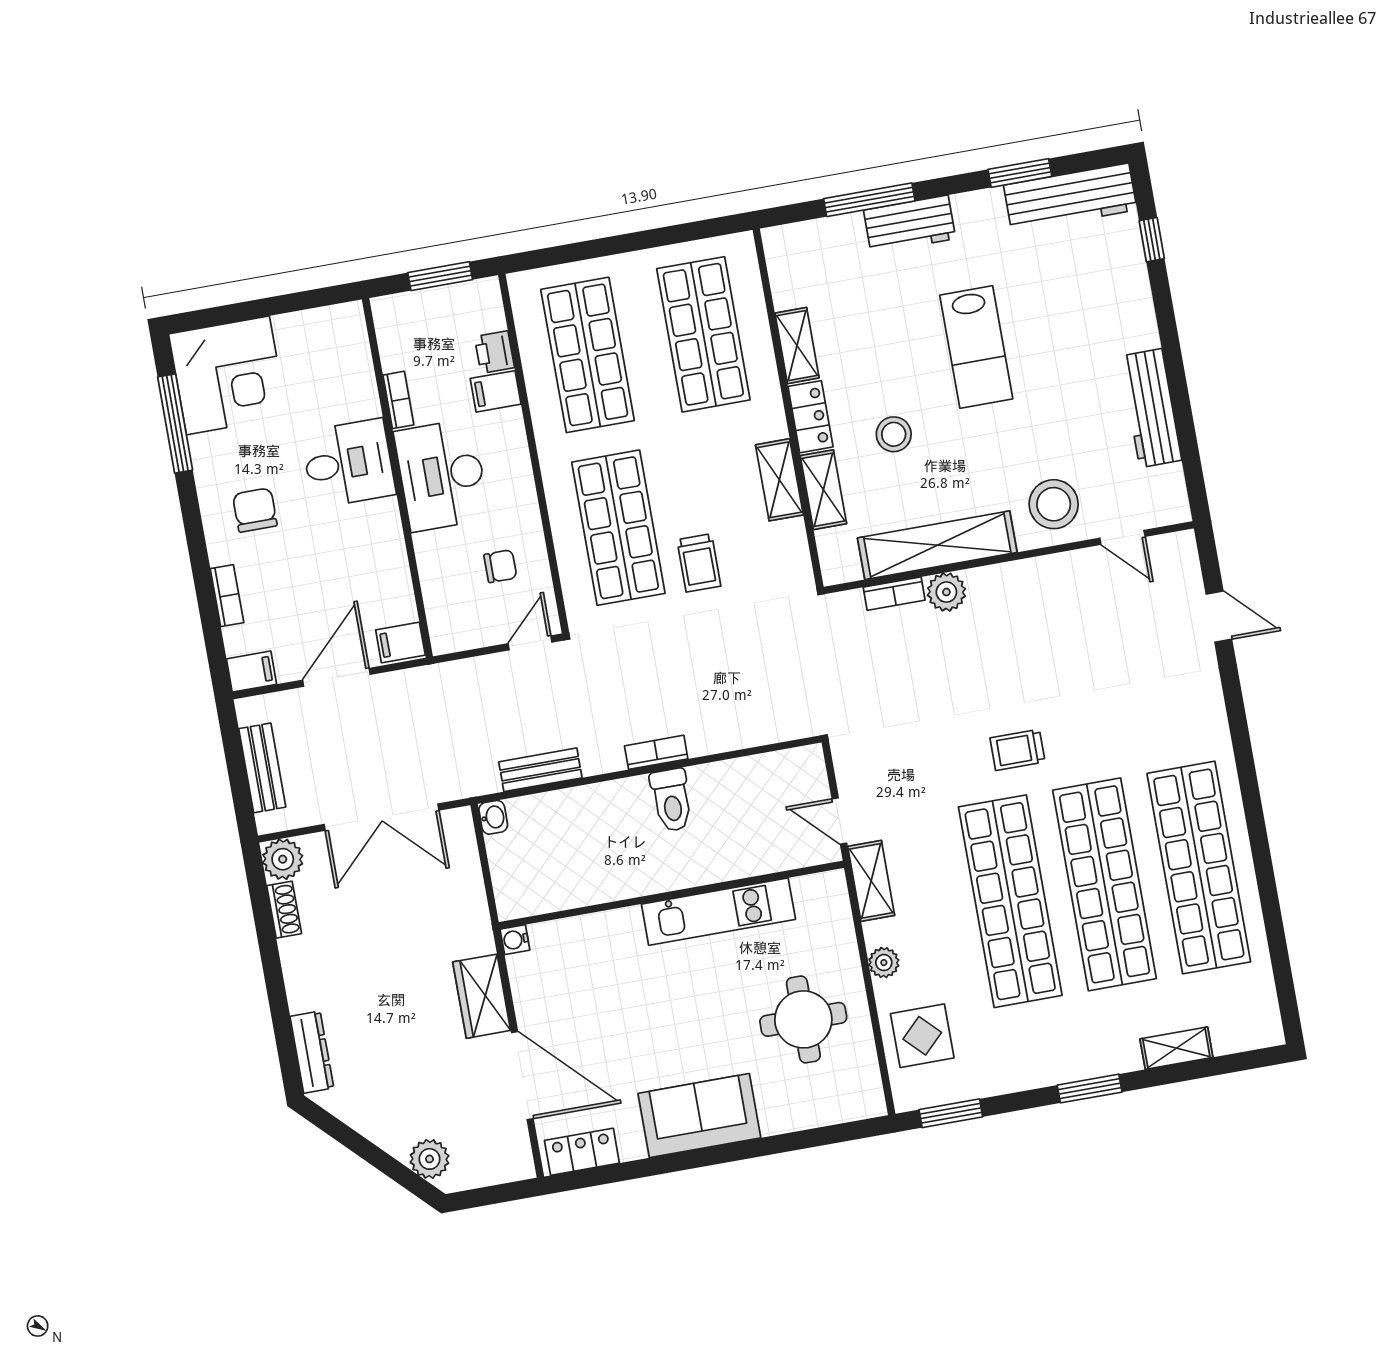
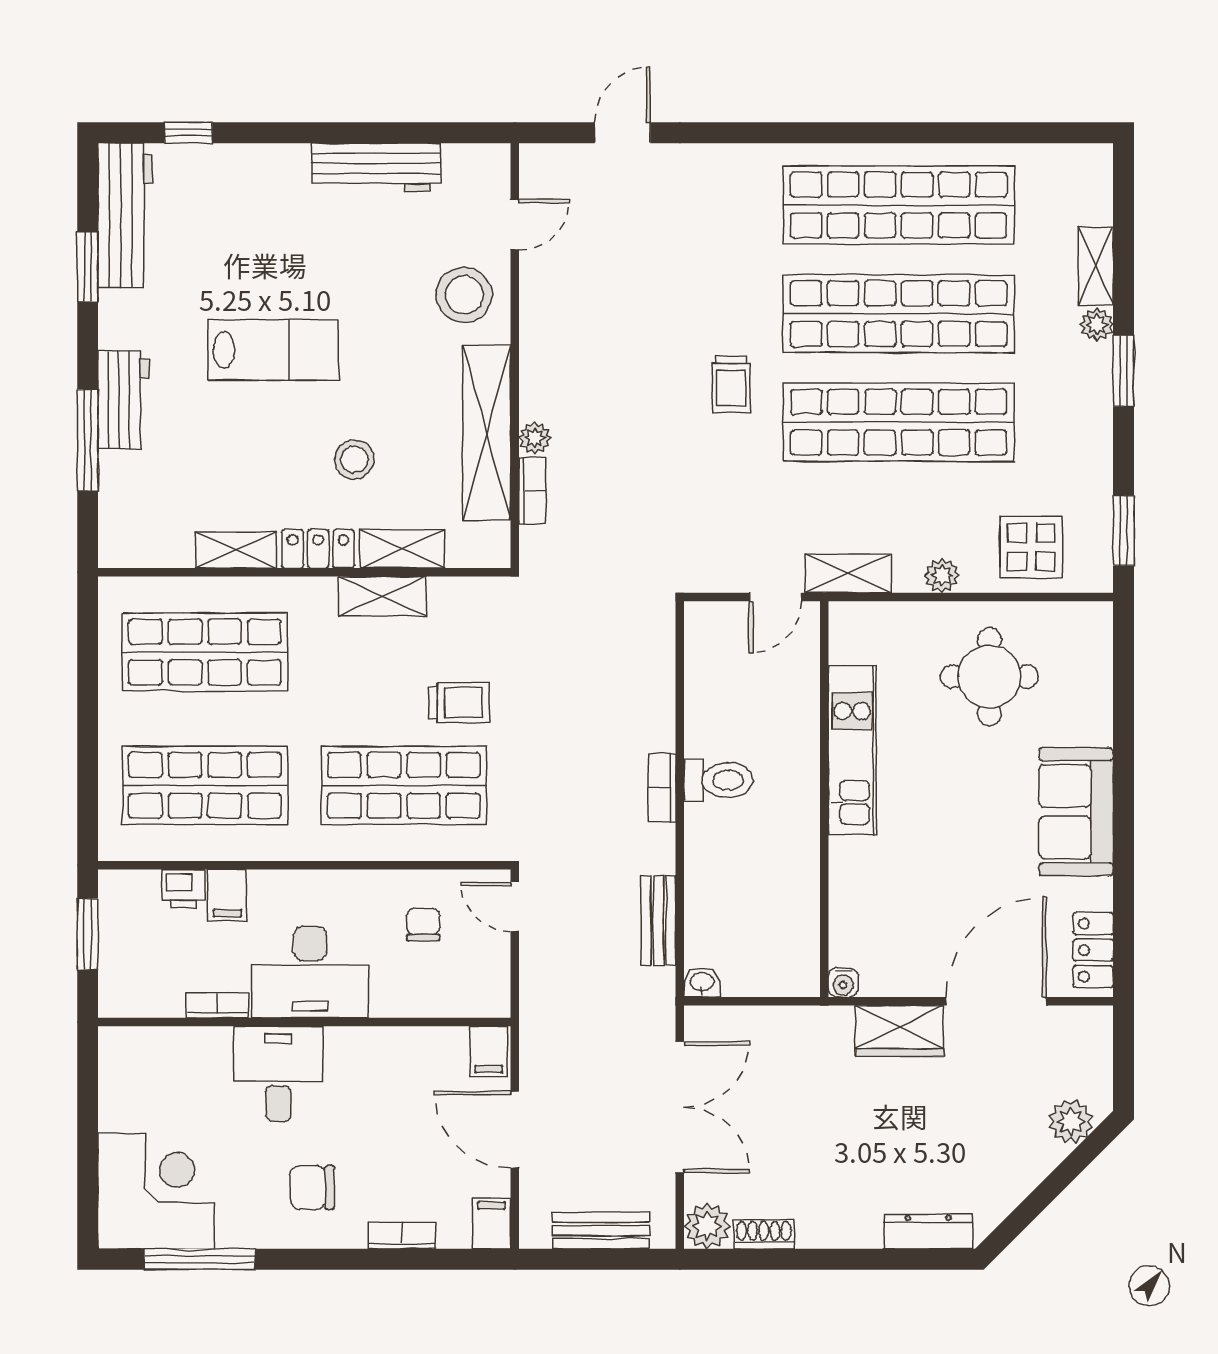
plant: (946, 592) -> (535, 438), width x0.73, depth x0.73
plant: (1126, 1058) -> (1097, 324), added

